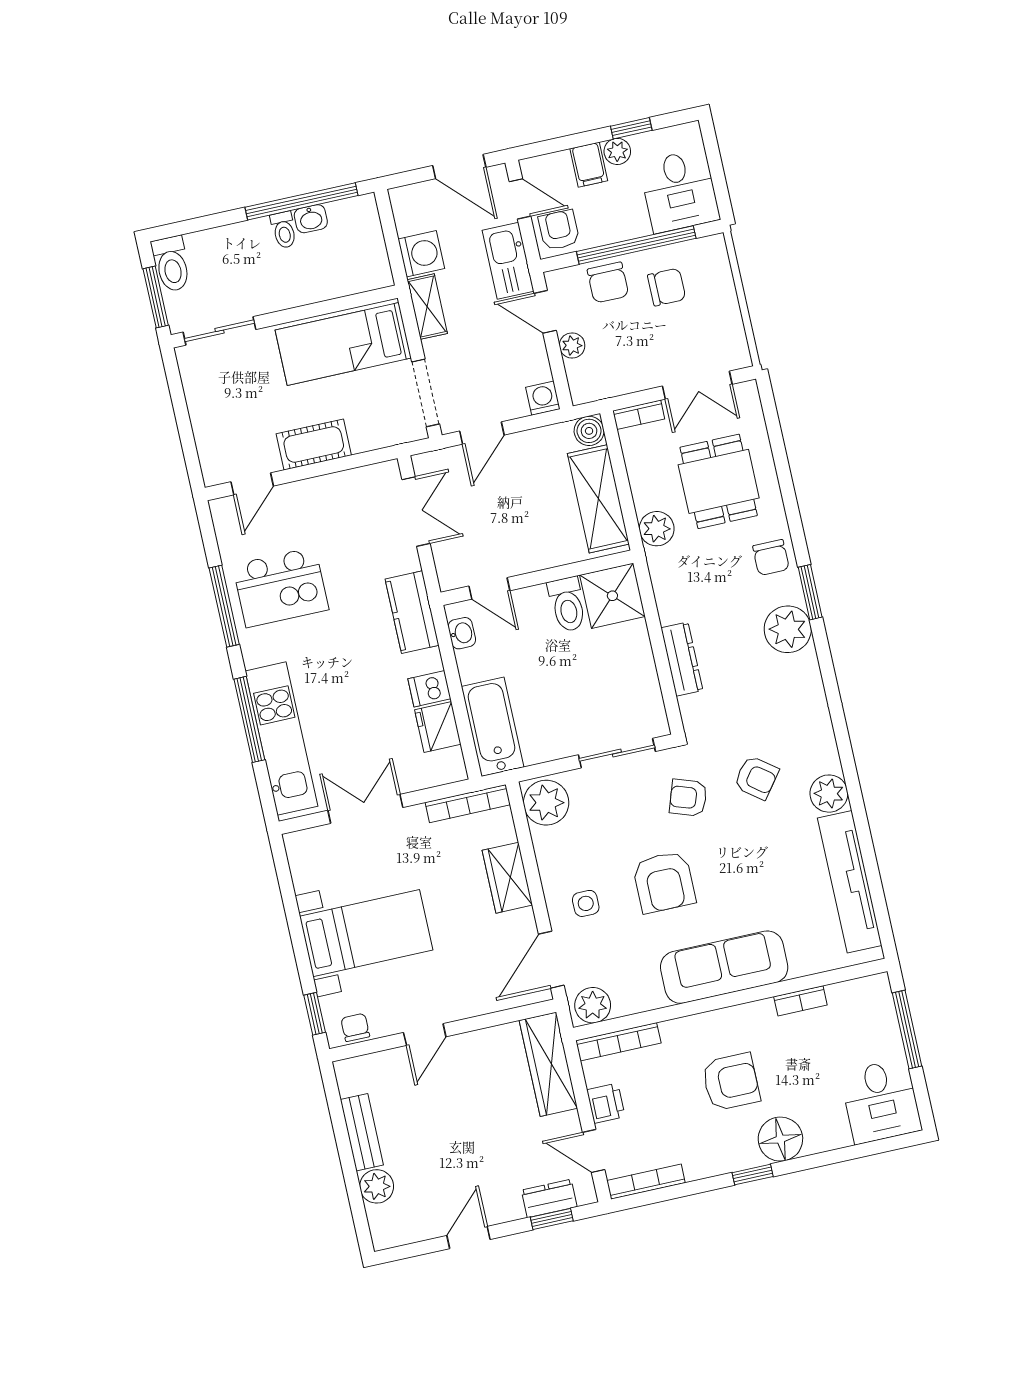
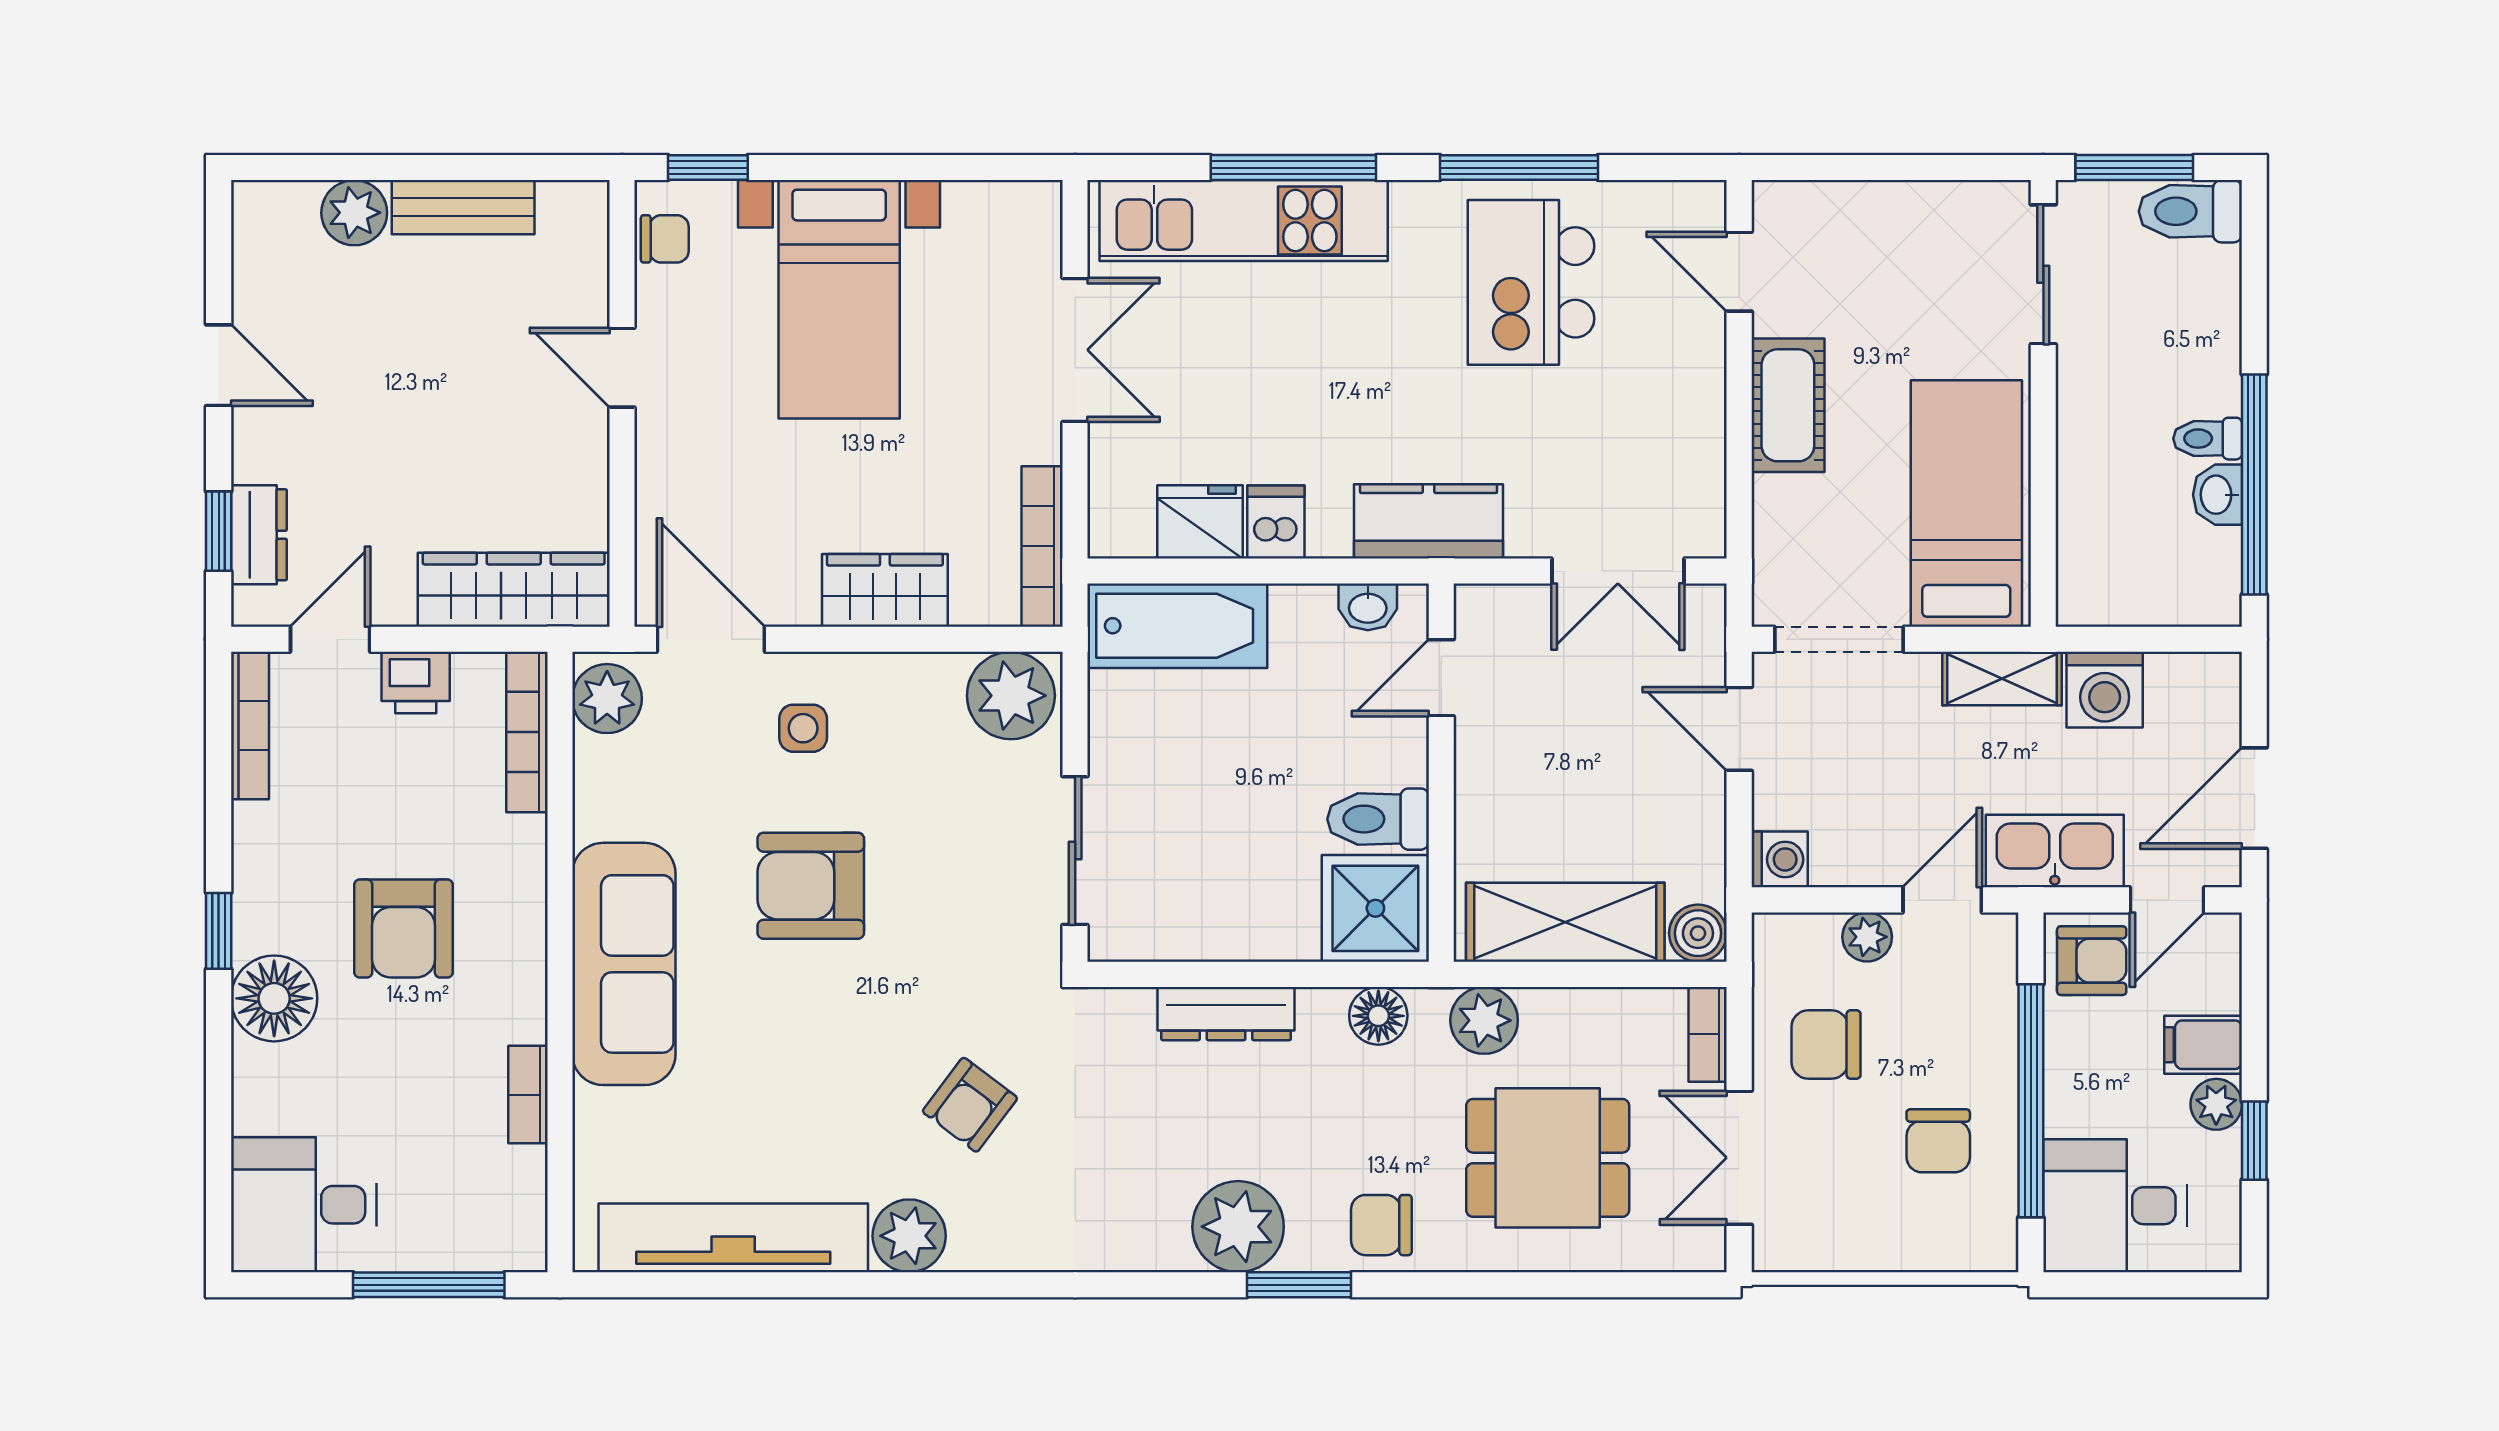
chair: (608, 283) -> (1826, 1044), moved
floor lamp: (666, 582) -> (1378, 1016), added
armchair: (688, 798) -> (960, 967), removed

